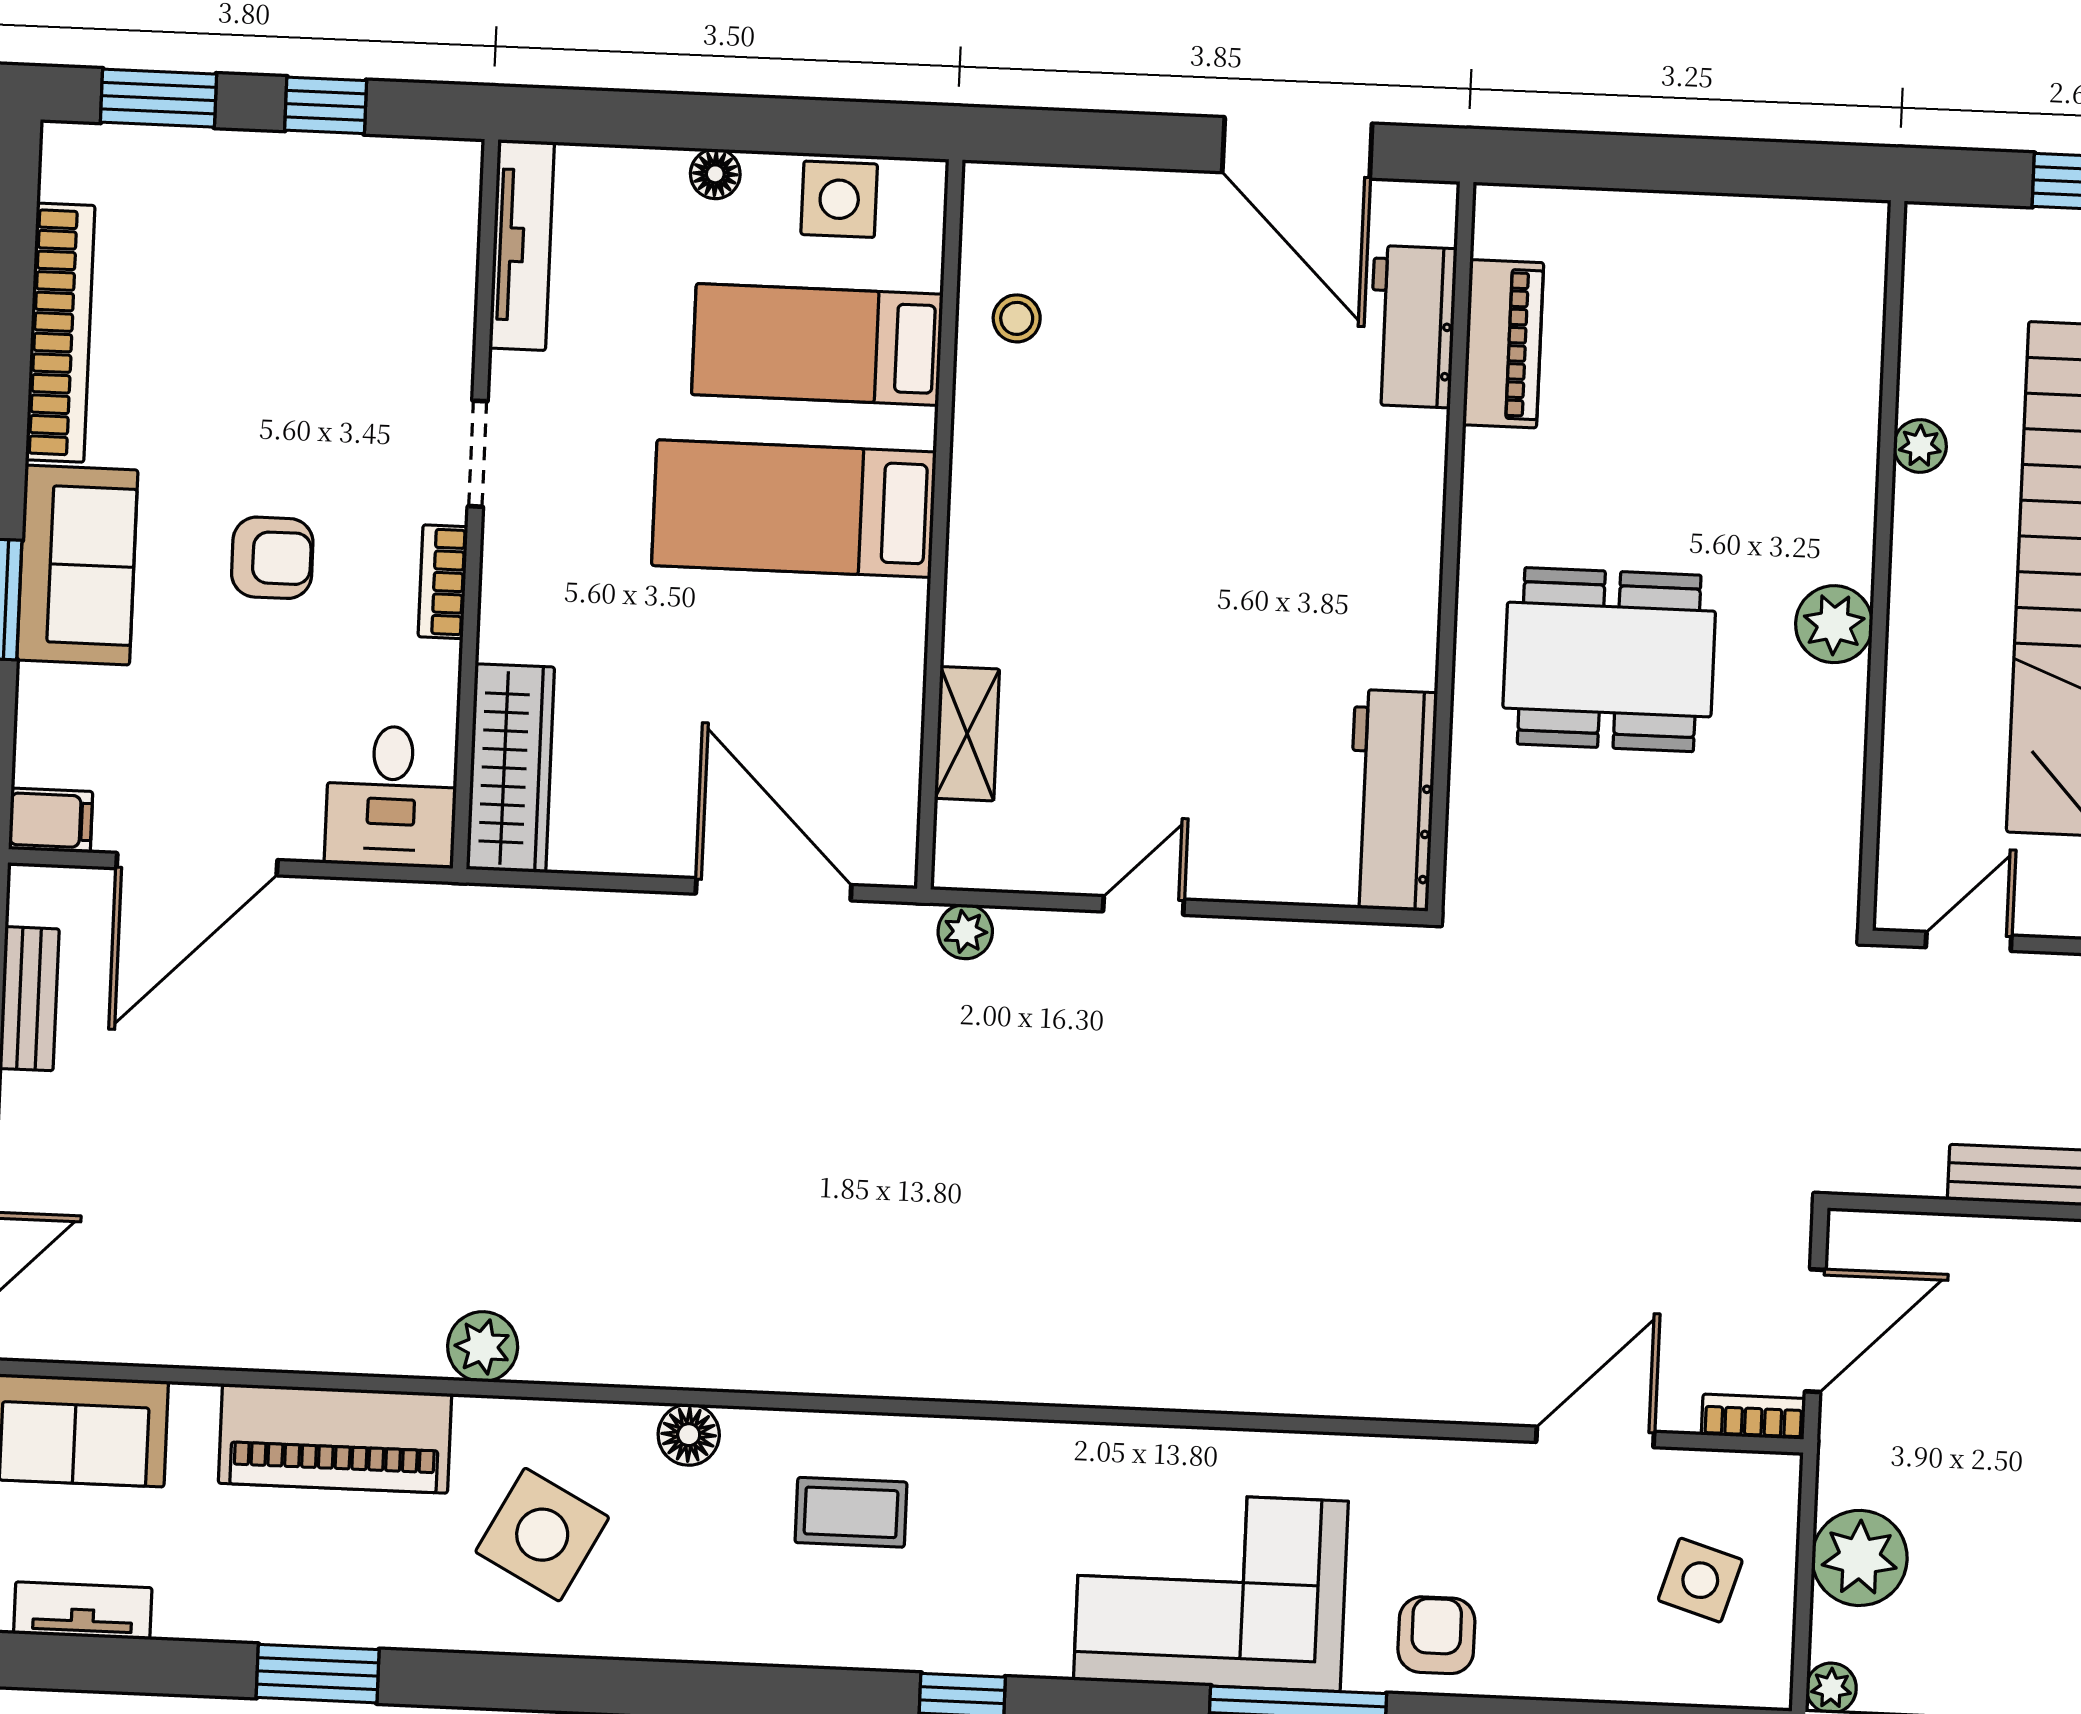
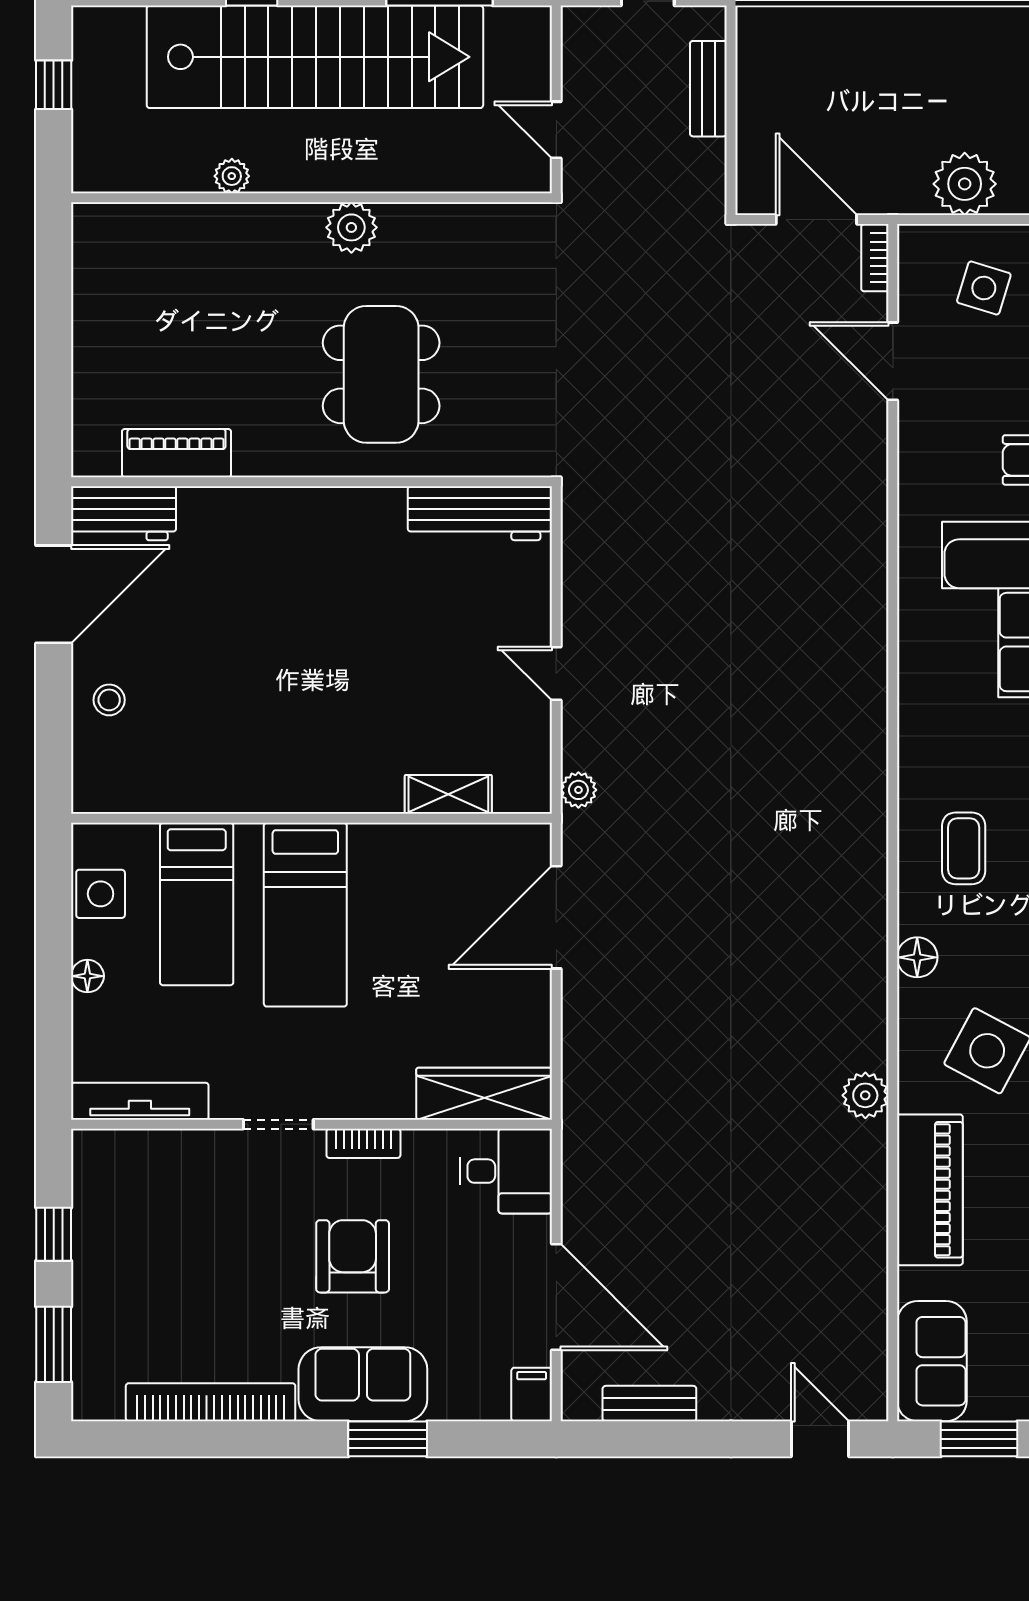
stool: (1017, 318) -> (109, 700), moved
workbench: (1412, 327) -> (124, 513), moved
armchair: (272, 558) -> (353, 1256), width x1.38, depth x1.38

